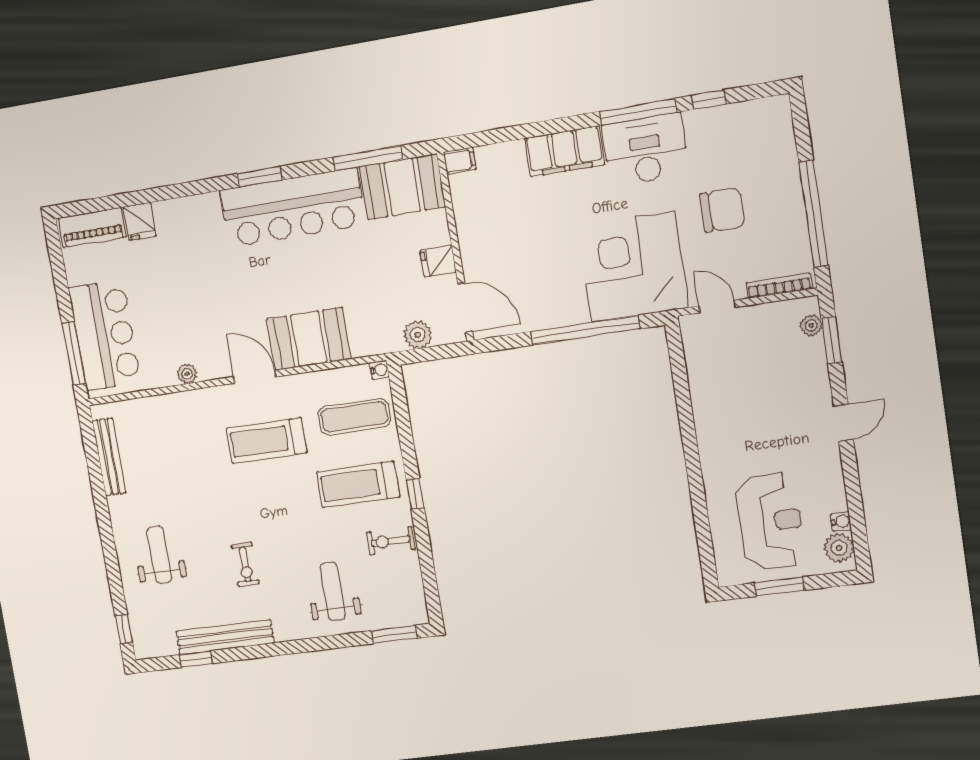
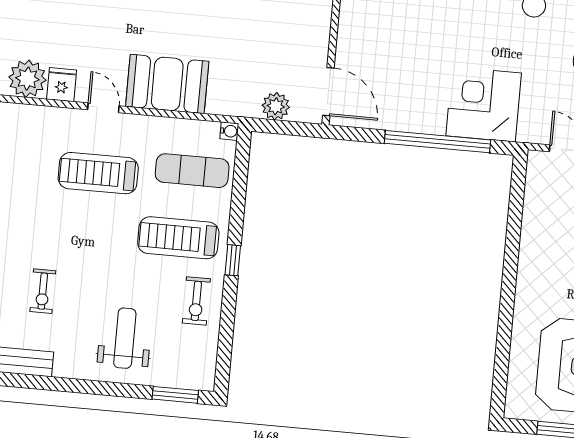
fridge: (438, 261) -> (62, 85), moved, turned 90
corner desk: (633, 267) -> (484, 104), width x0.74, depth x0.74
plant: (187, 374) -> (27, 79), width x1.87, depth x1.87
door: (255, 377) -> (103, 108), width x0.73
exercise bike: (391, 541) -> (196, 301), turned -90

